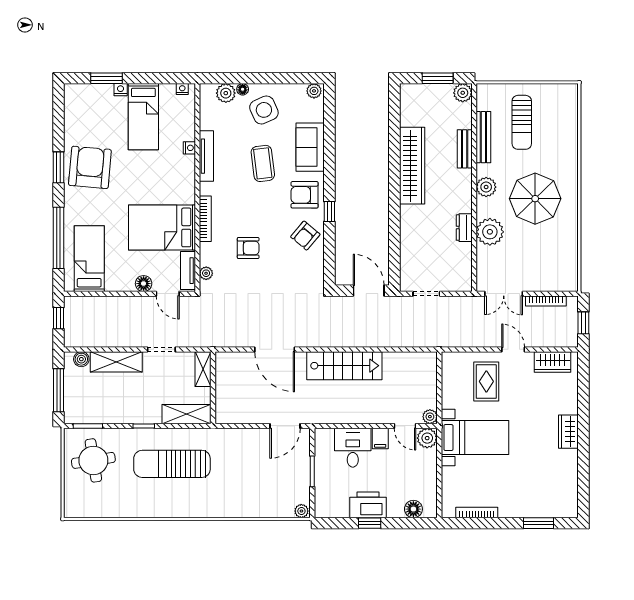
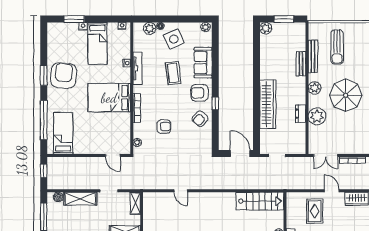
plant: (463, 93) -> (266, 28), moved
wardrobe: (412, 166) -> (268, 104), moved
bed: (162, 227) -> (109, 98), moved
tv unit: (188, 271) -> (126, 141), removed
floor lamp: (144, 284) -> (98, 149), removed
door: (275, 349) -> (181, 191), width x0.53
stairs: (344, 366) -> (260, 201), moved

